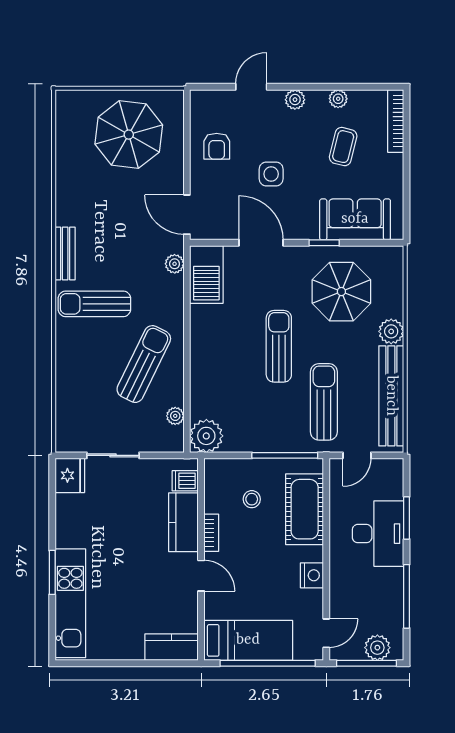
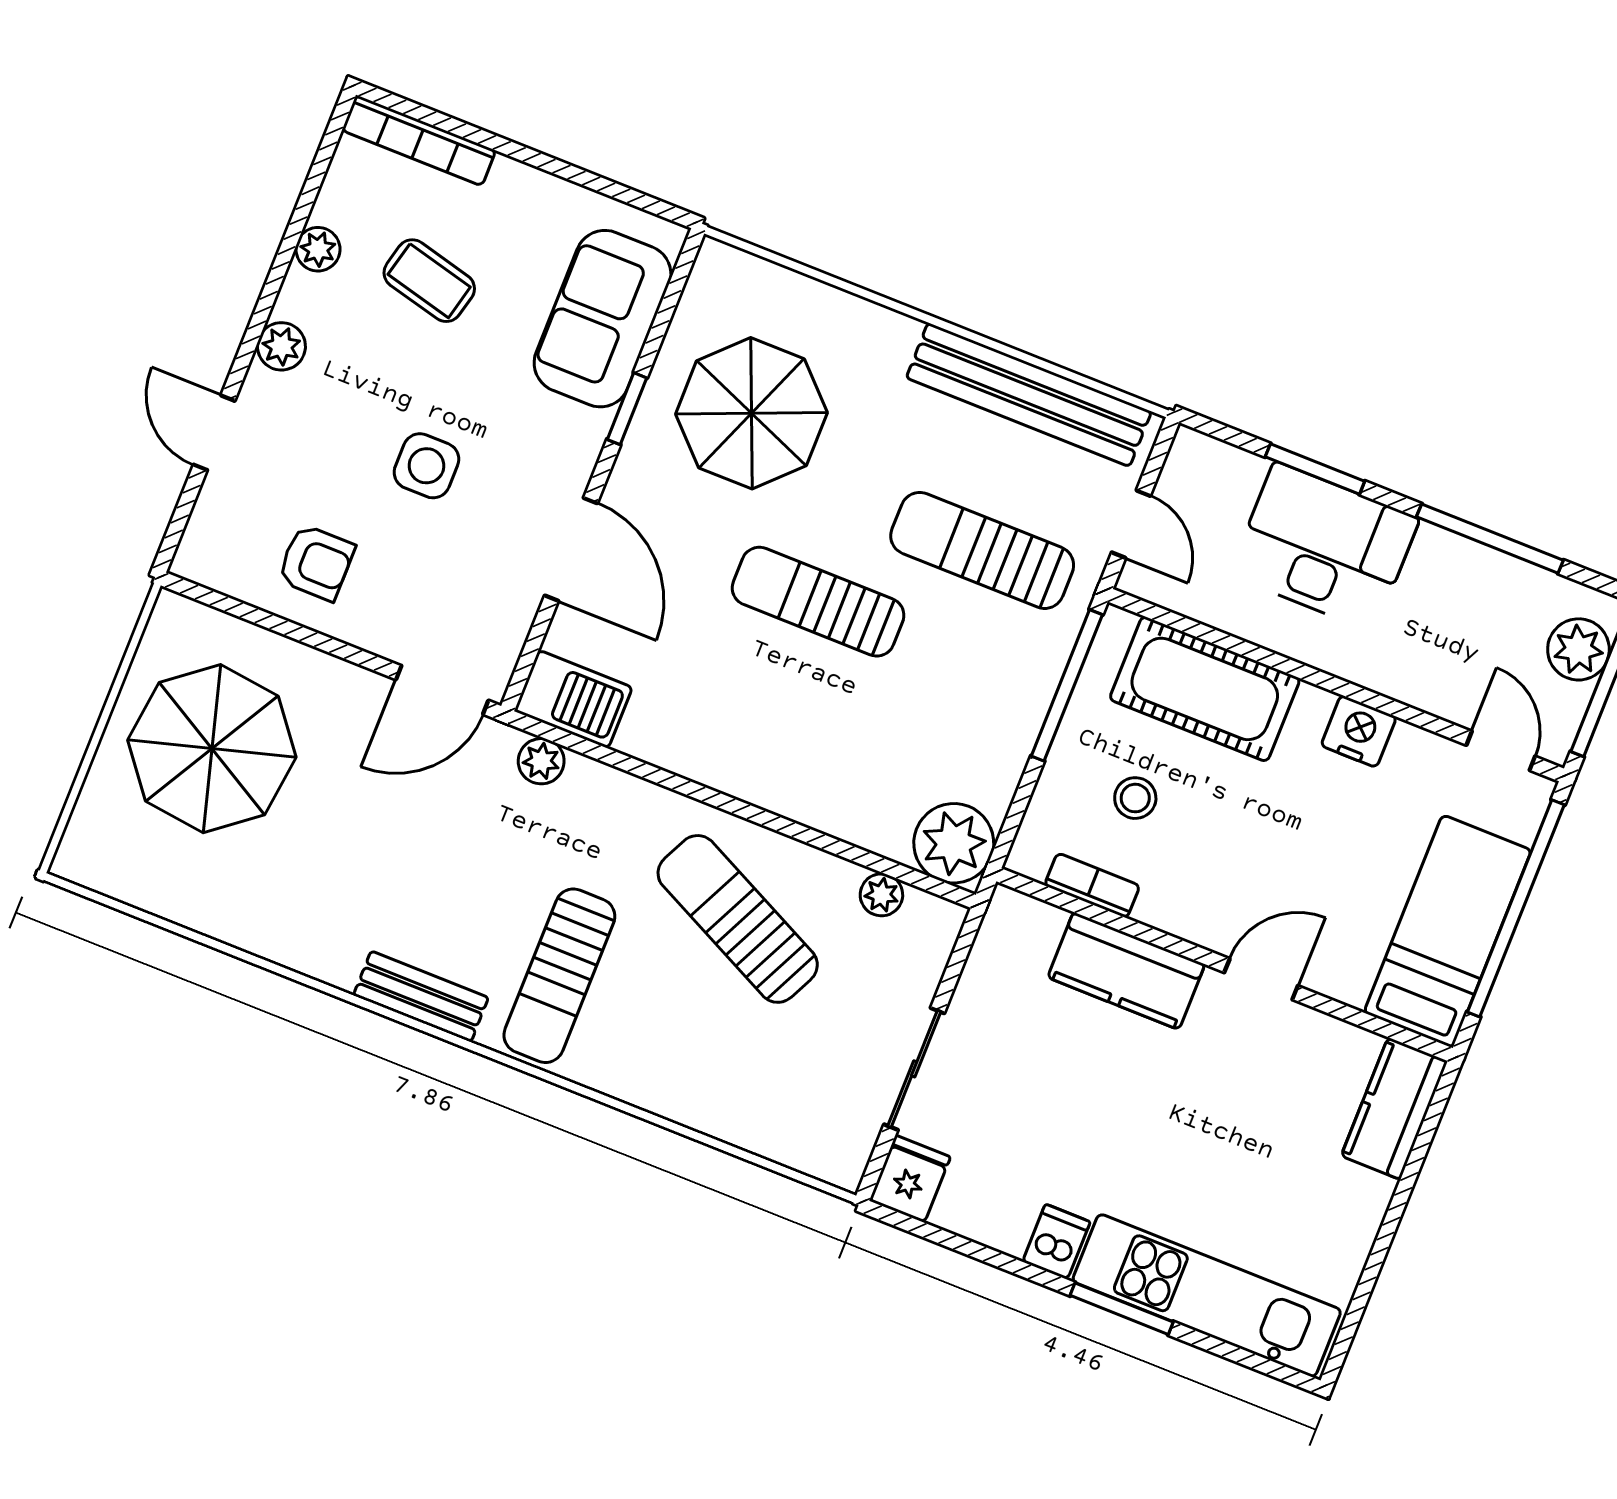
door: (261, 243) -> (571, 549), swing flipped
barbecue: (206, 274) -> (573, 699), width x0.73, depth x0.83
plant: (391, 331) -> (885, 338), removed
fridge: (70, 475) -> (910, 1179), width x0.72
dishwasher: (185, 481) -> (1056, 1242), moved, turned 180
bookcase: (211, 533) -> (1092, 885), moved

